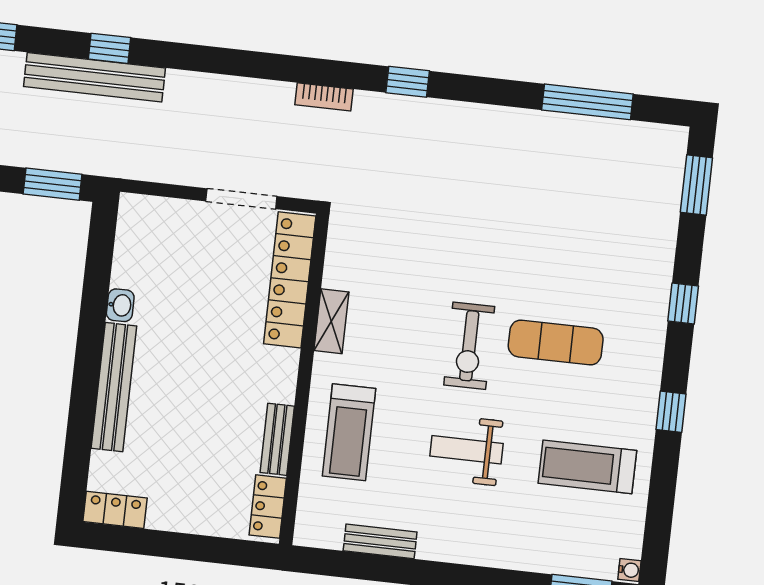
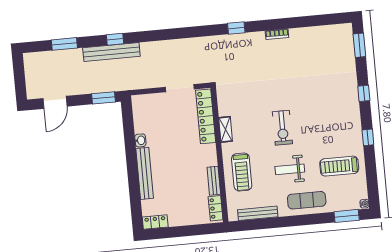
bookcase: (324, 97) -> (277, 34), moved
window: (587, 102) -> (309, 21), removed
exercise mat: (556, 342) -> (307, 200), moved
bench: (380, 541) -> (258, 213), width x1.36

